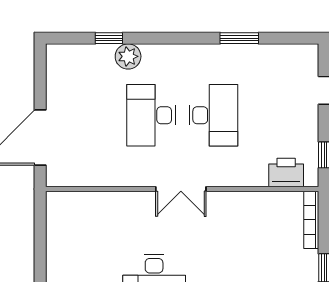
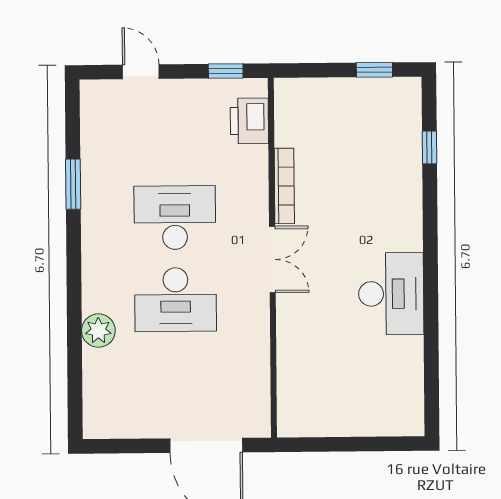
window: (109, 38) -> (75, 356), removed
bookcase: (311, 220) -> (284, 186), moved, turned -90

